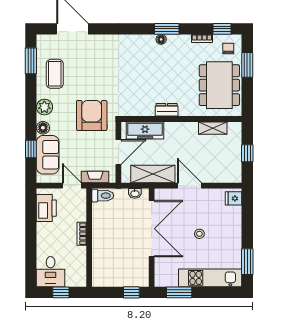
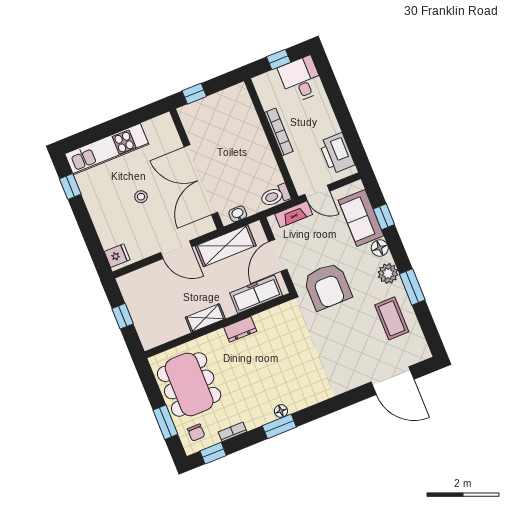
window: (31, 61) -> (412, 287), moved
shelving: (213, 128) -> (205, 318), moved
bookcase: (82, 234) -> (279, 132), width x1.56
window: (247, 262) -> (70, 187), width x0.67
window: (179, 292) -> (137, 117), removed

